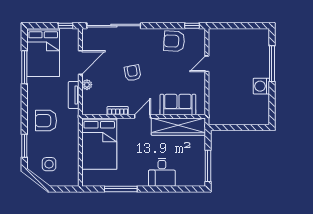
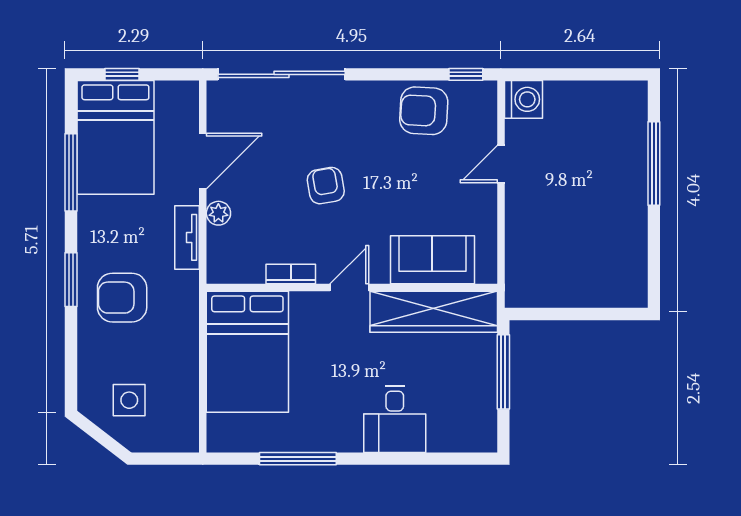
window: (65, 26) -> (122, 74), moved
washing machine: (261, 86) -> (523, 99), moved, turned 180
window: (24, 146) -> (71, 280), moved
window: (208, 166) -> (503, 372), moved

